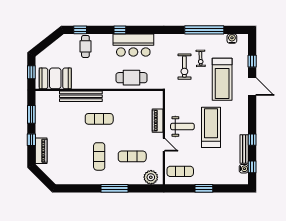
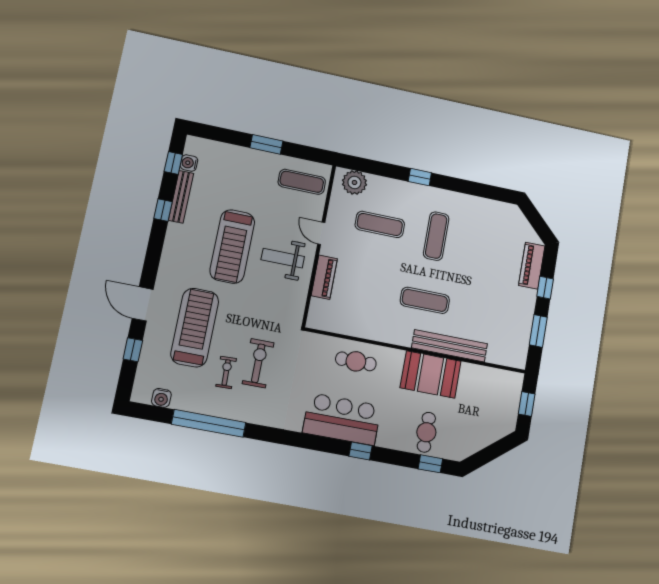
booth: (55, 78) -> (431, 374), moved
cafe table: (131, 78) -> (356, 361), width x0.73, depth x0.74
window: (114, 188) -> (420, 177), width x0.46

